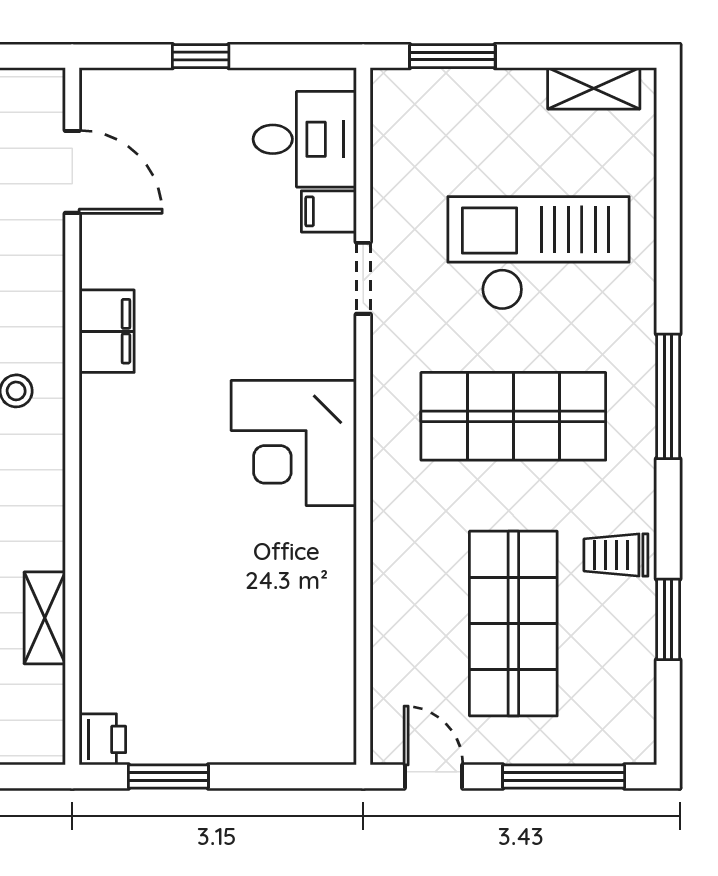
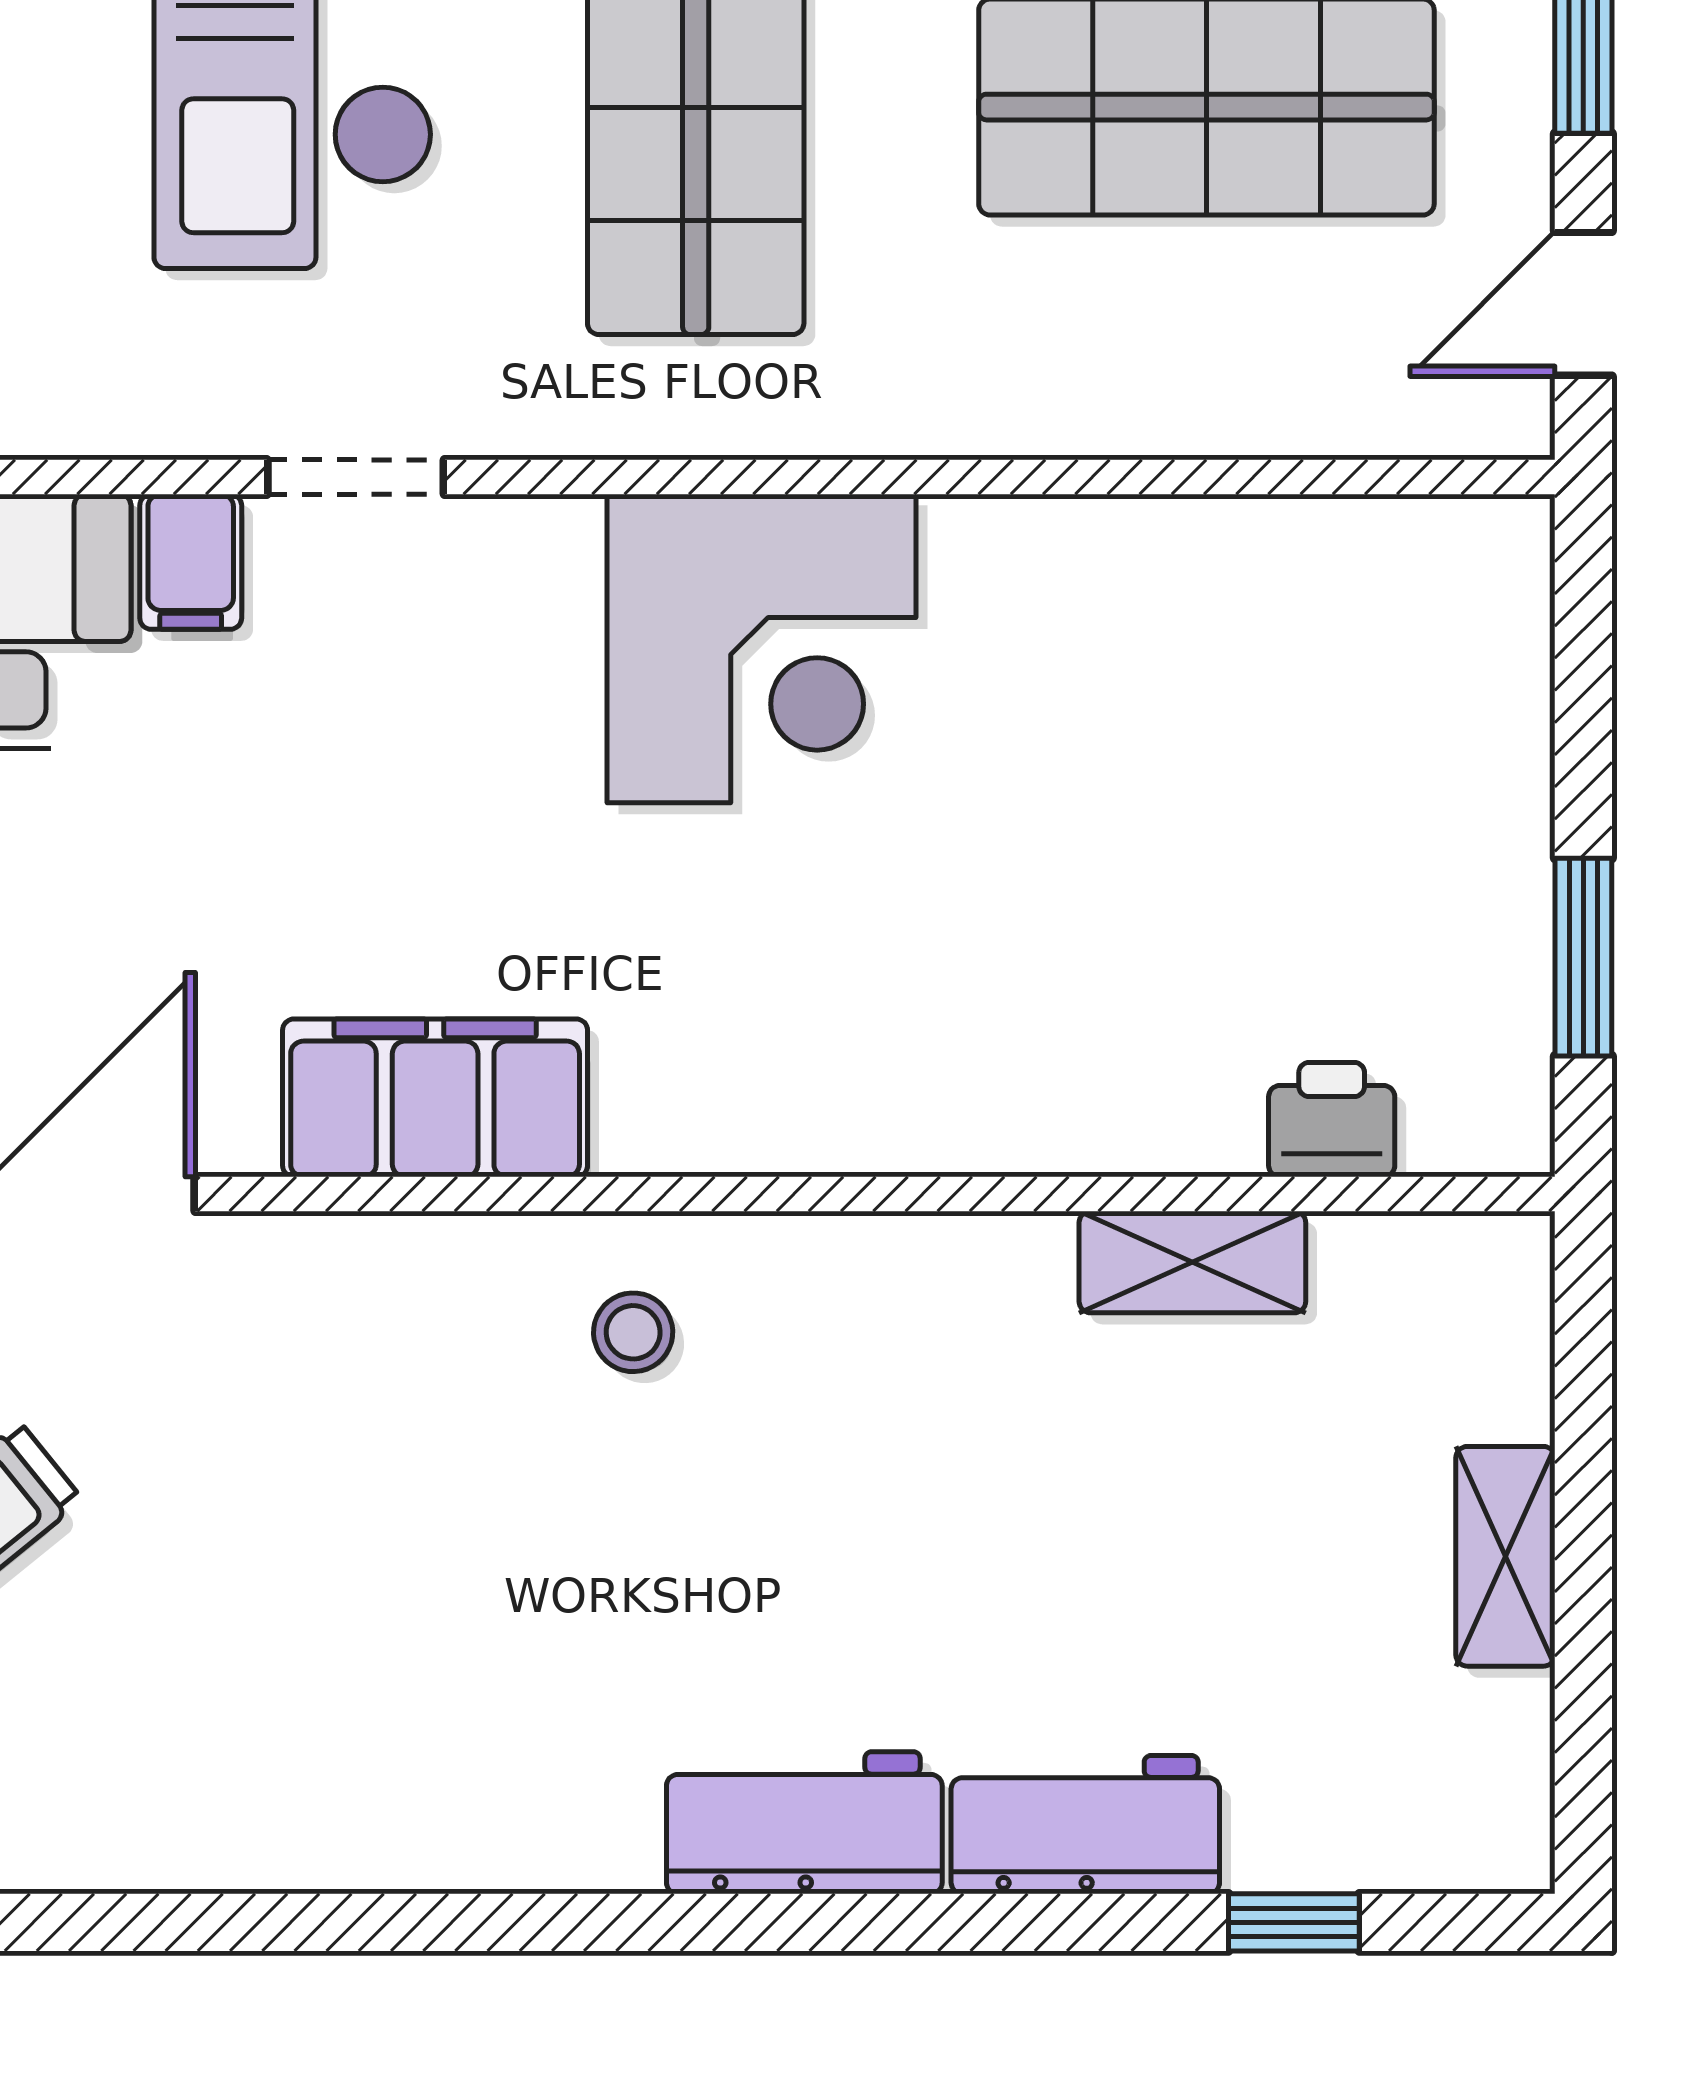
filing cabinet: (107, 331) -> (435, 1098), width x1.50, depth x1.17
printer: (102, 739) -> (1332, 1120), moved

